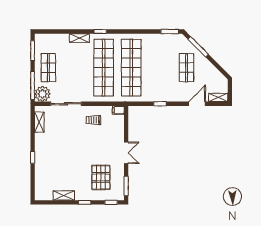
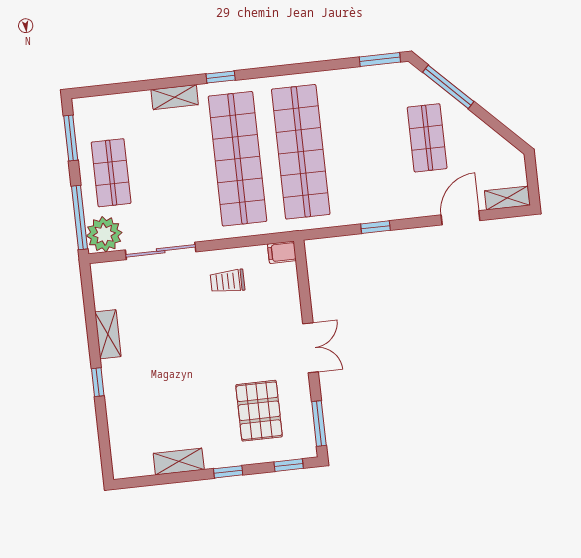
shelving: (39, 122) -> (108, 334), moved

